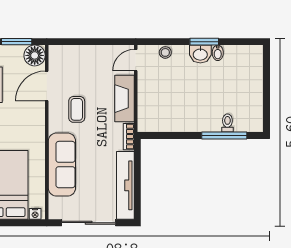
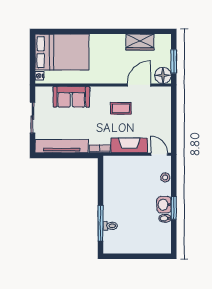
door: (47, 86) -> (139, 85), hinge flipped
sofa: (62, 165) -> (71, 97), width x0.73
sliding door: (89, 223) -> (32, 118), width x0.73

